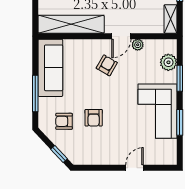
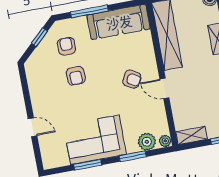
plant: (138, 45) -> (165, 141), moved
armchair: (94, 118) -> (76, 76), turned -91
window: (59, 154) -> (40, 37), moved

